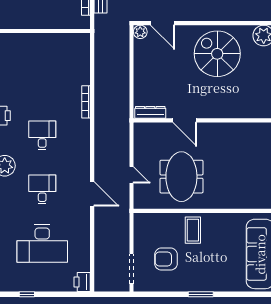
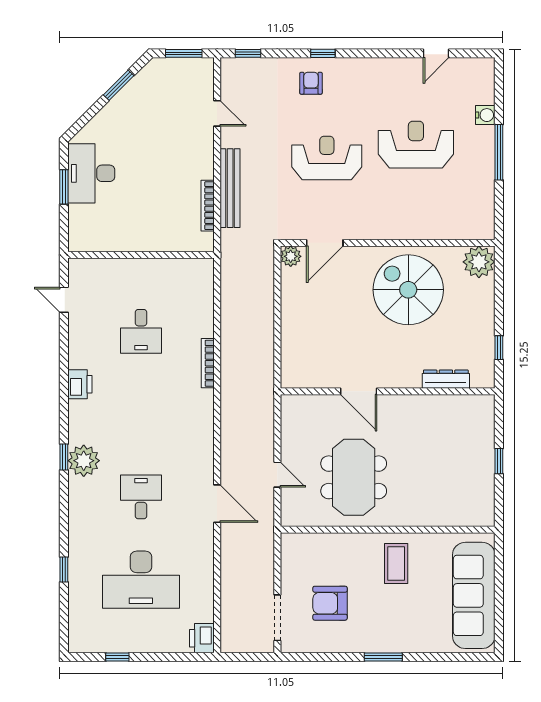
door: (163, 23) -> (325, 243), hinge flipped
dresser: (150, 112) -> (446, 379), moved
desk: (42, 135) -> (141, 331), moved, turned 180
coffee table: (193, 230) -> (396, 563), moved

